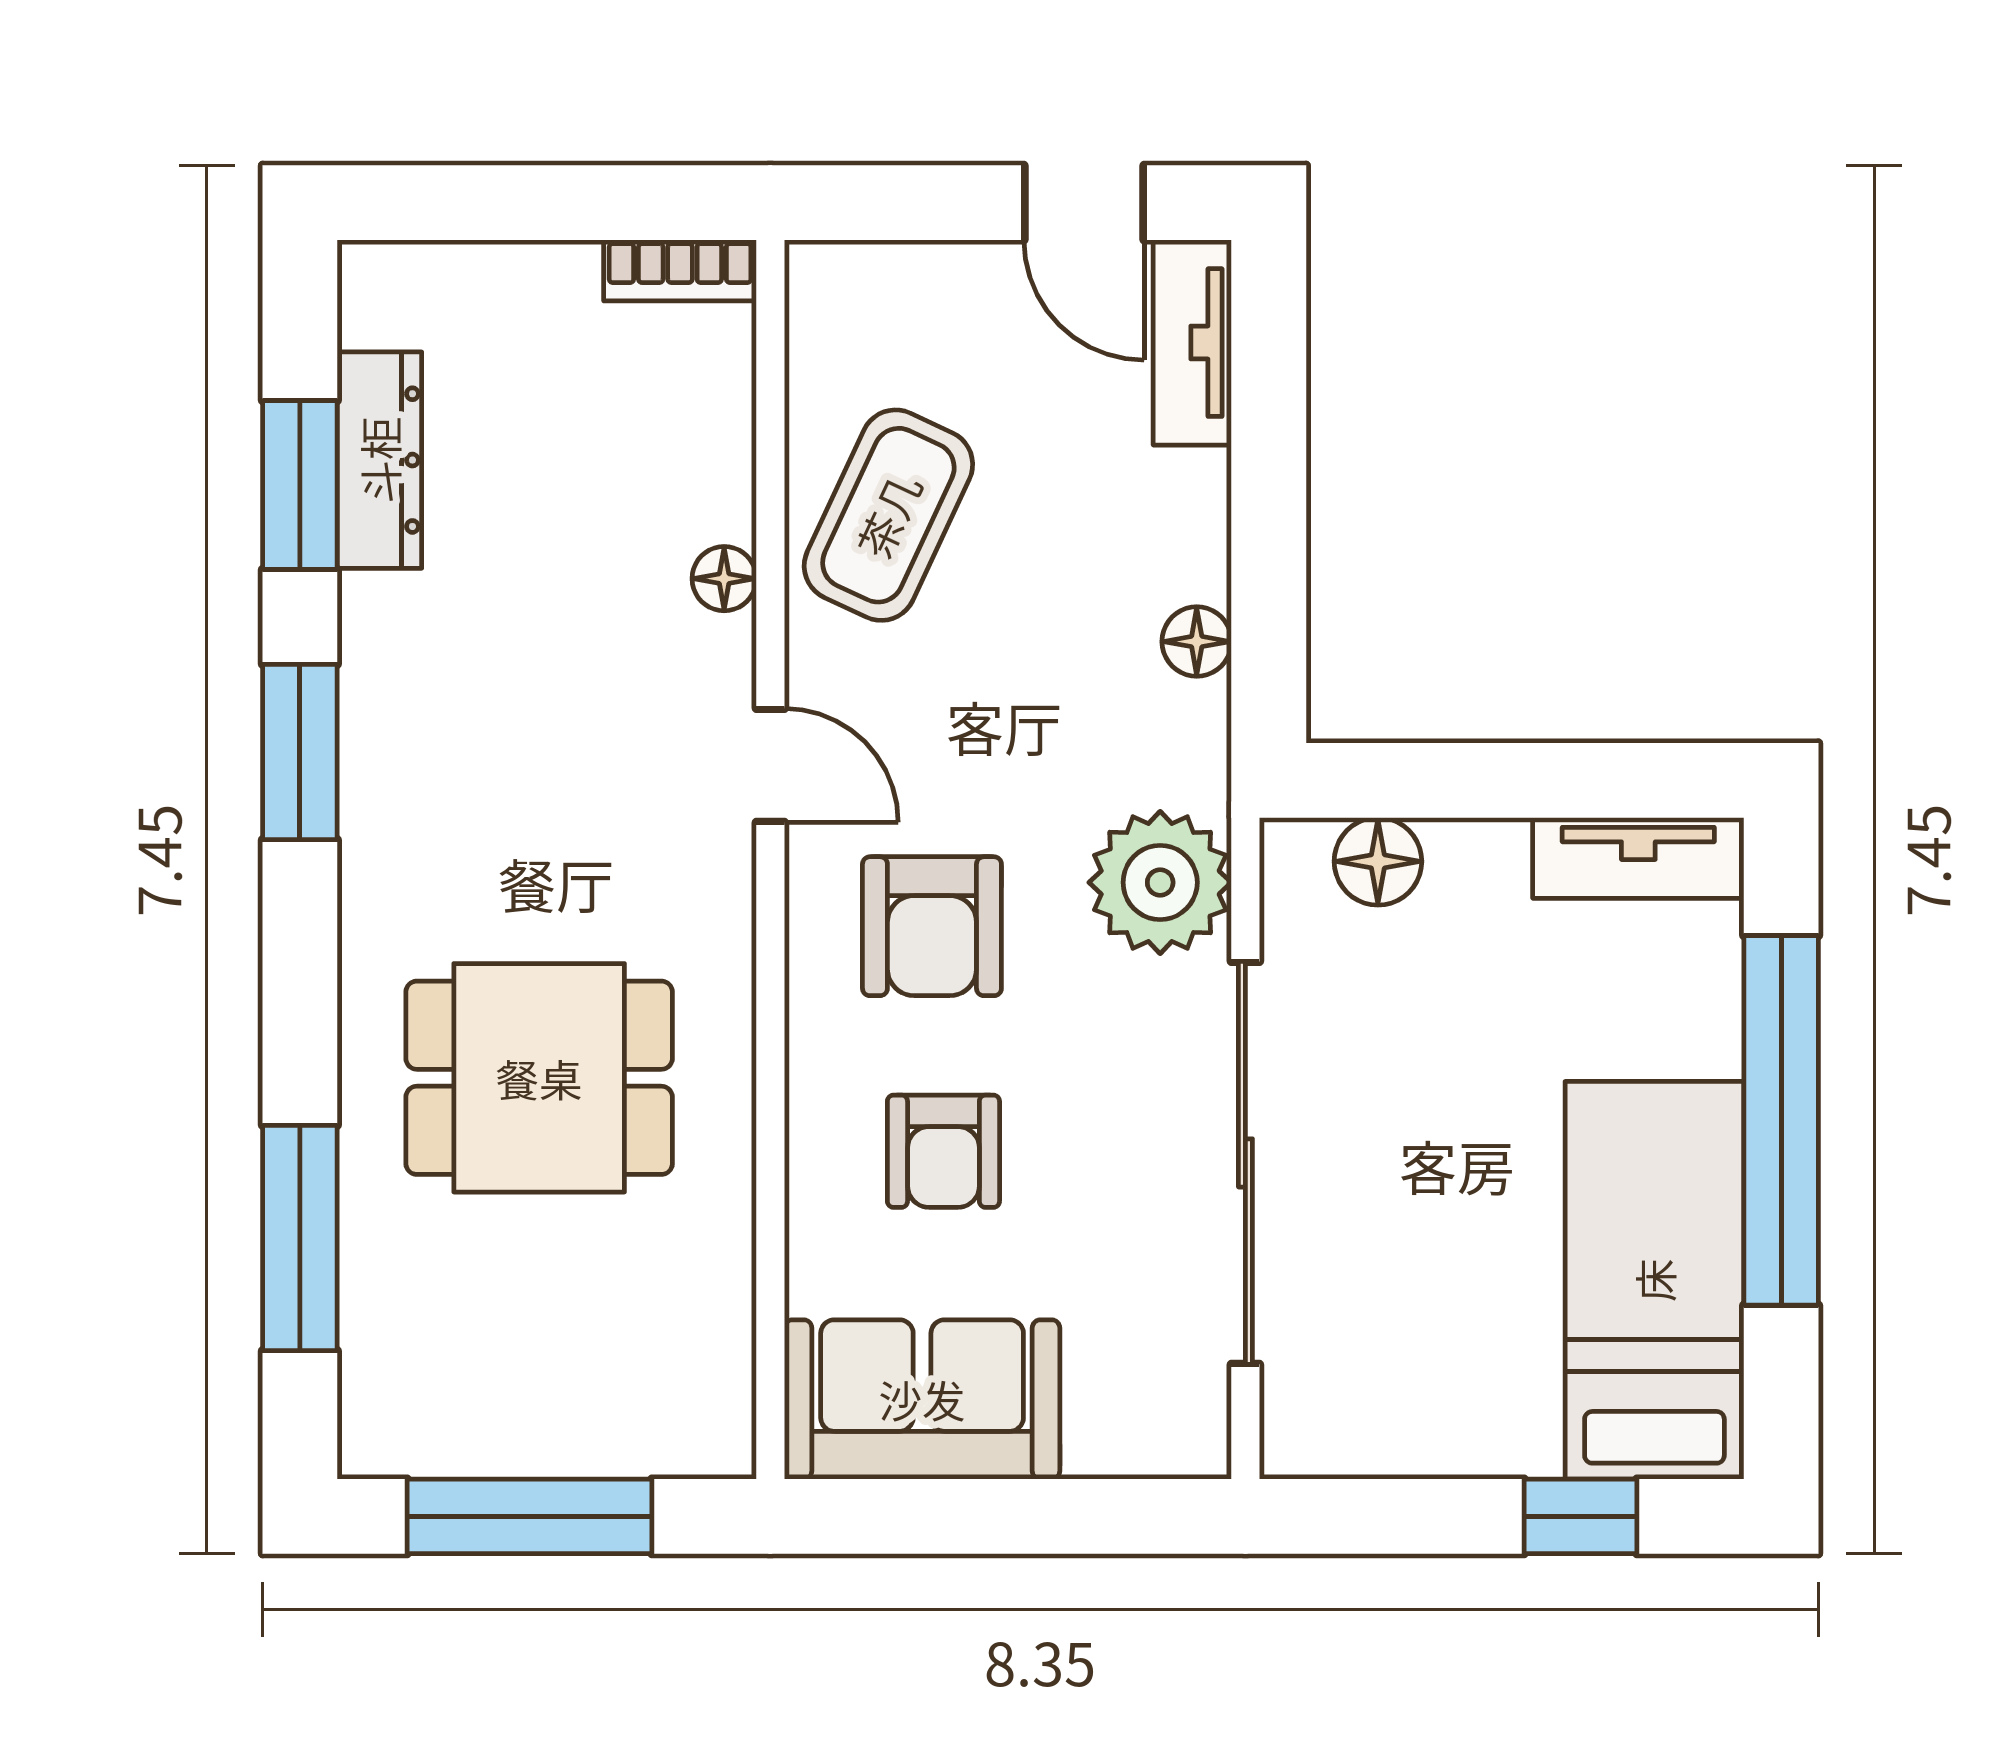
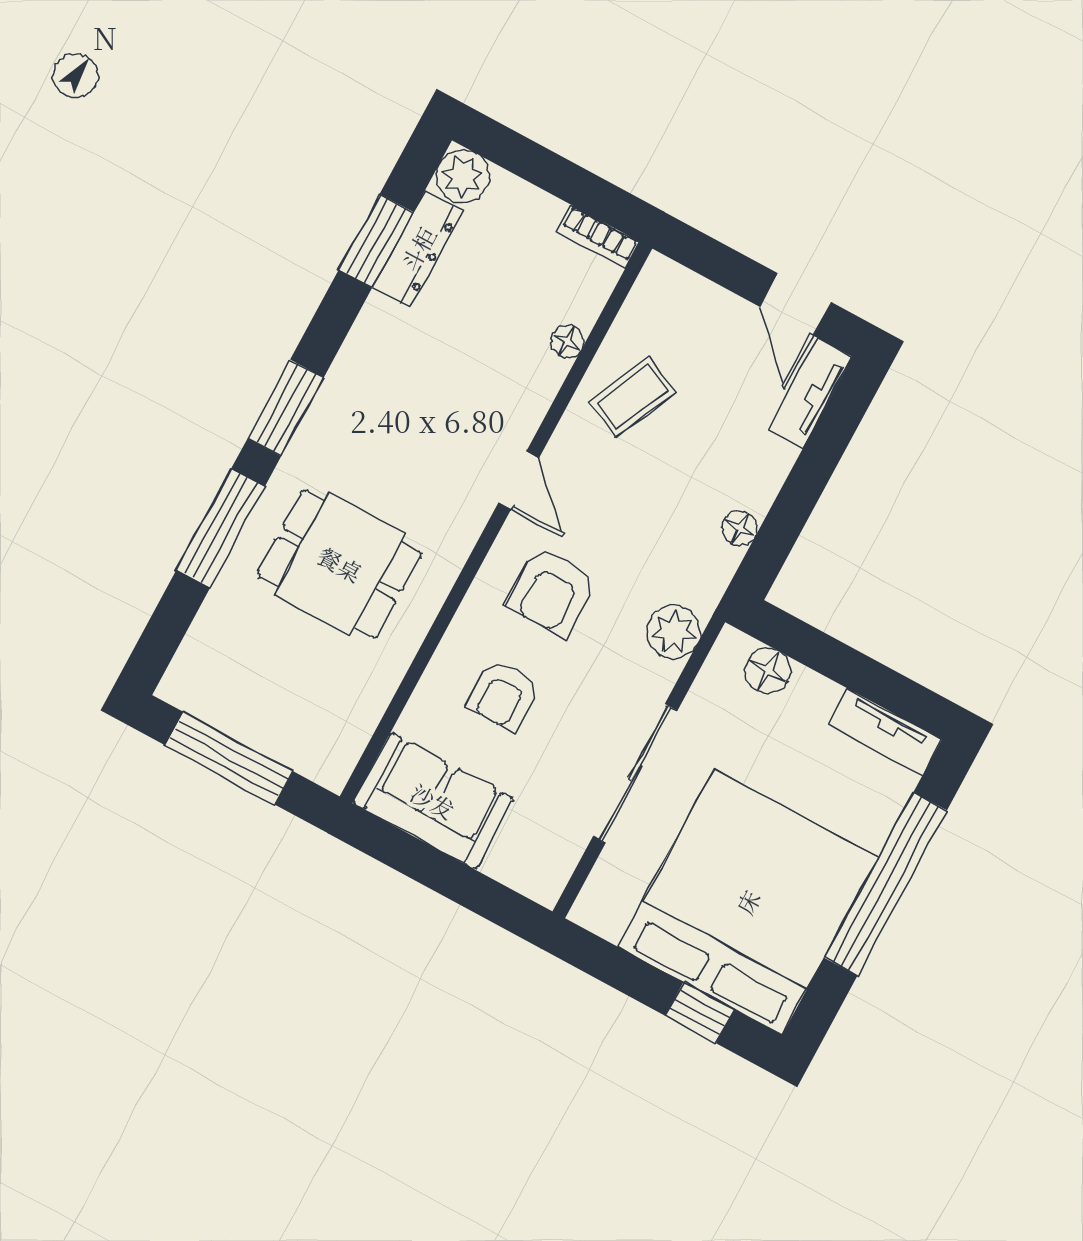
plant: (389, 292) -> (463, 176), added
coffee table: (888, 515) -> (632, 397), width x0.73, depth x0.77
floor lamp: (724, 579) -> (567, 341), moved
window: (300, 752) -> (286, 408), moved
plant: (1160, 882) -> (673, 632), width x0.73, depth x0.73
sliding door: (1245, 1163) -> (635, 773), width x0.73
window: (300, 1238) -> (221, 528), moved
bed: (1654, 1280) -> (748, 902), width x2.04

